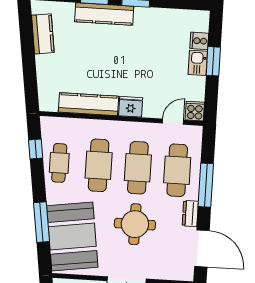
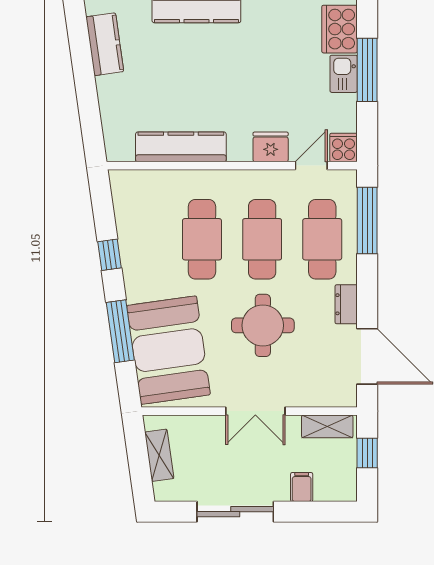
cooker: (199, 41) -> (340, 29), width x1.87, depth x1.31
window: (213, 61) -> (367, 70), width x1.44
fridge: (131, 107) -> (271, 147), moved
window: (36, 149) -> (109, 255), moved
cafe table: (59, 163) -> (142, 239), removed
window: (206, 185) -> (367, 221), moved

